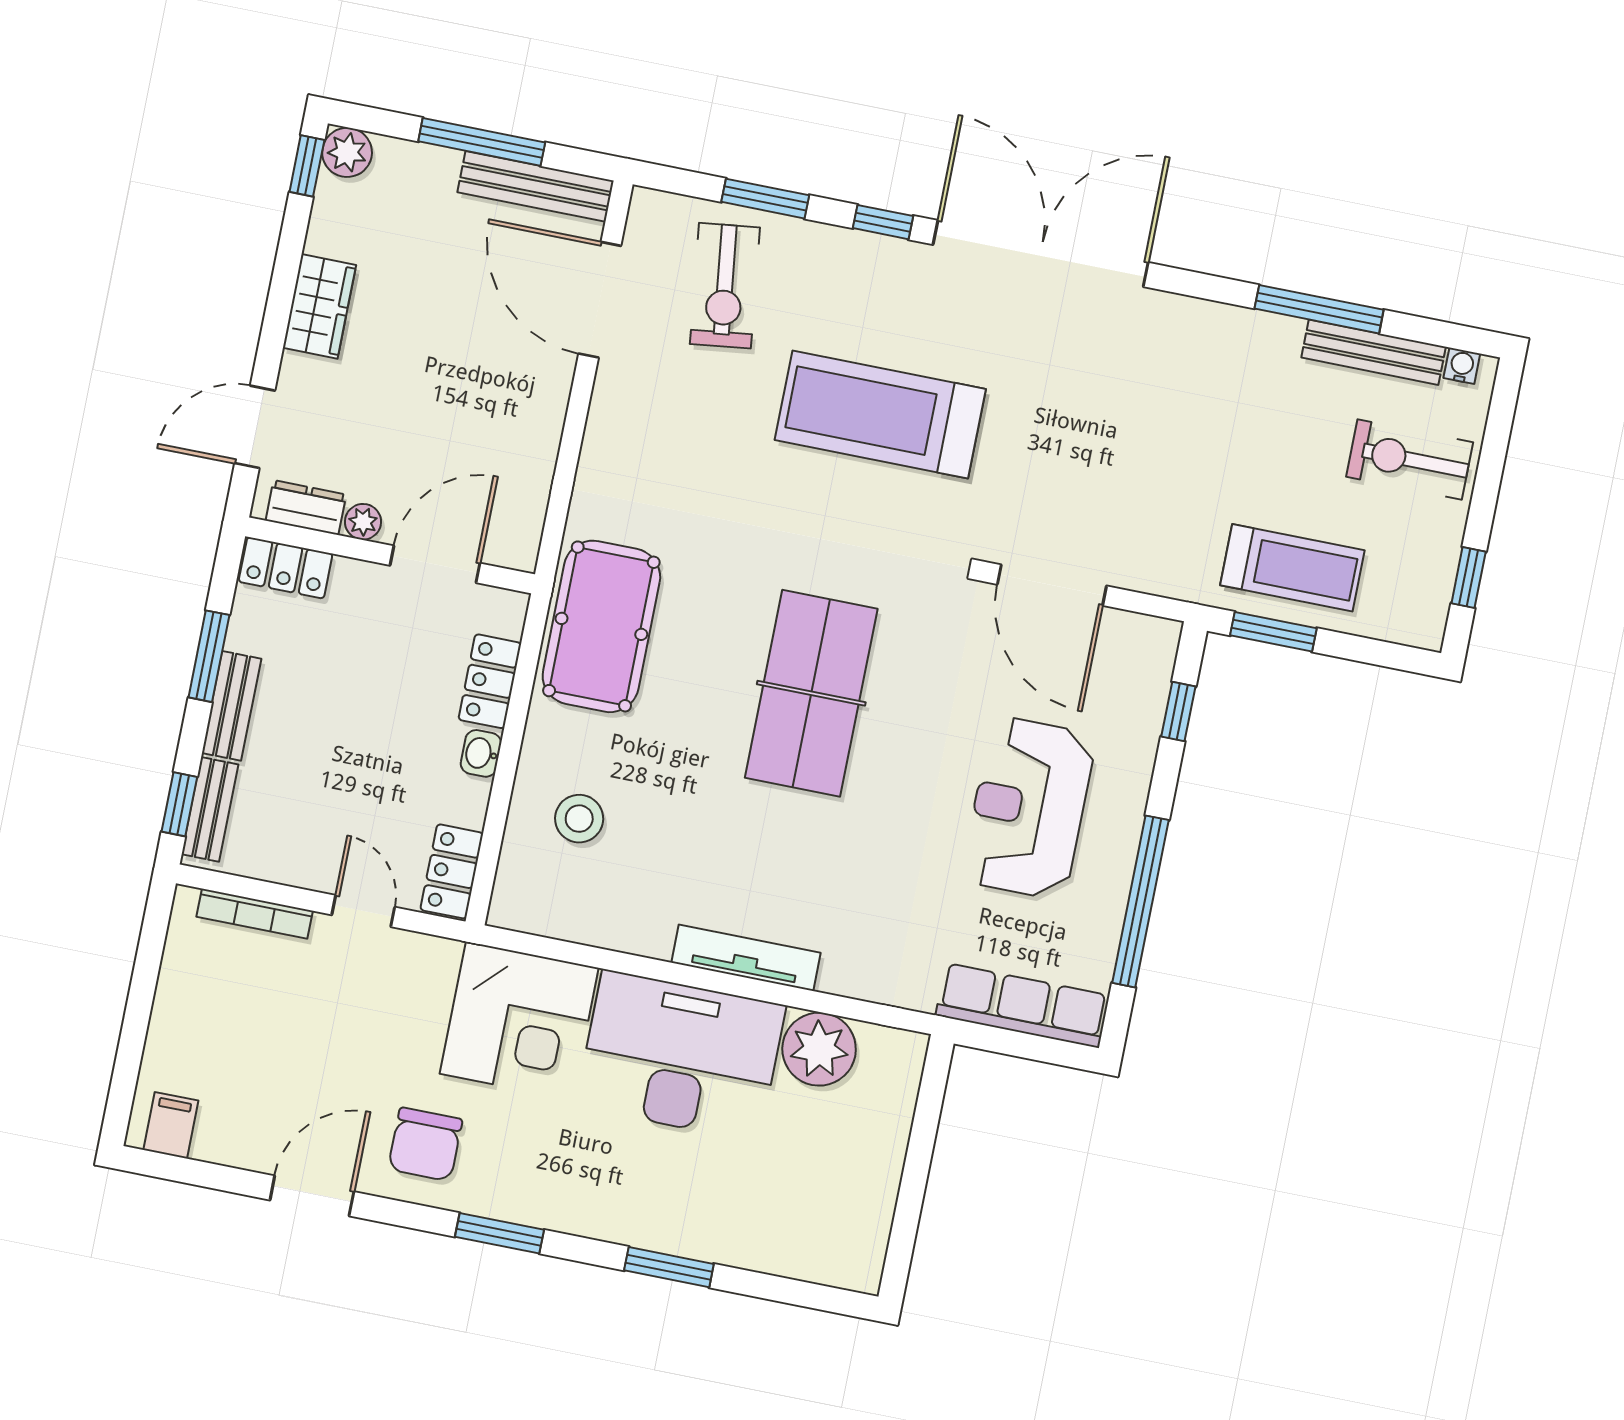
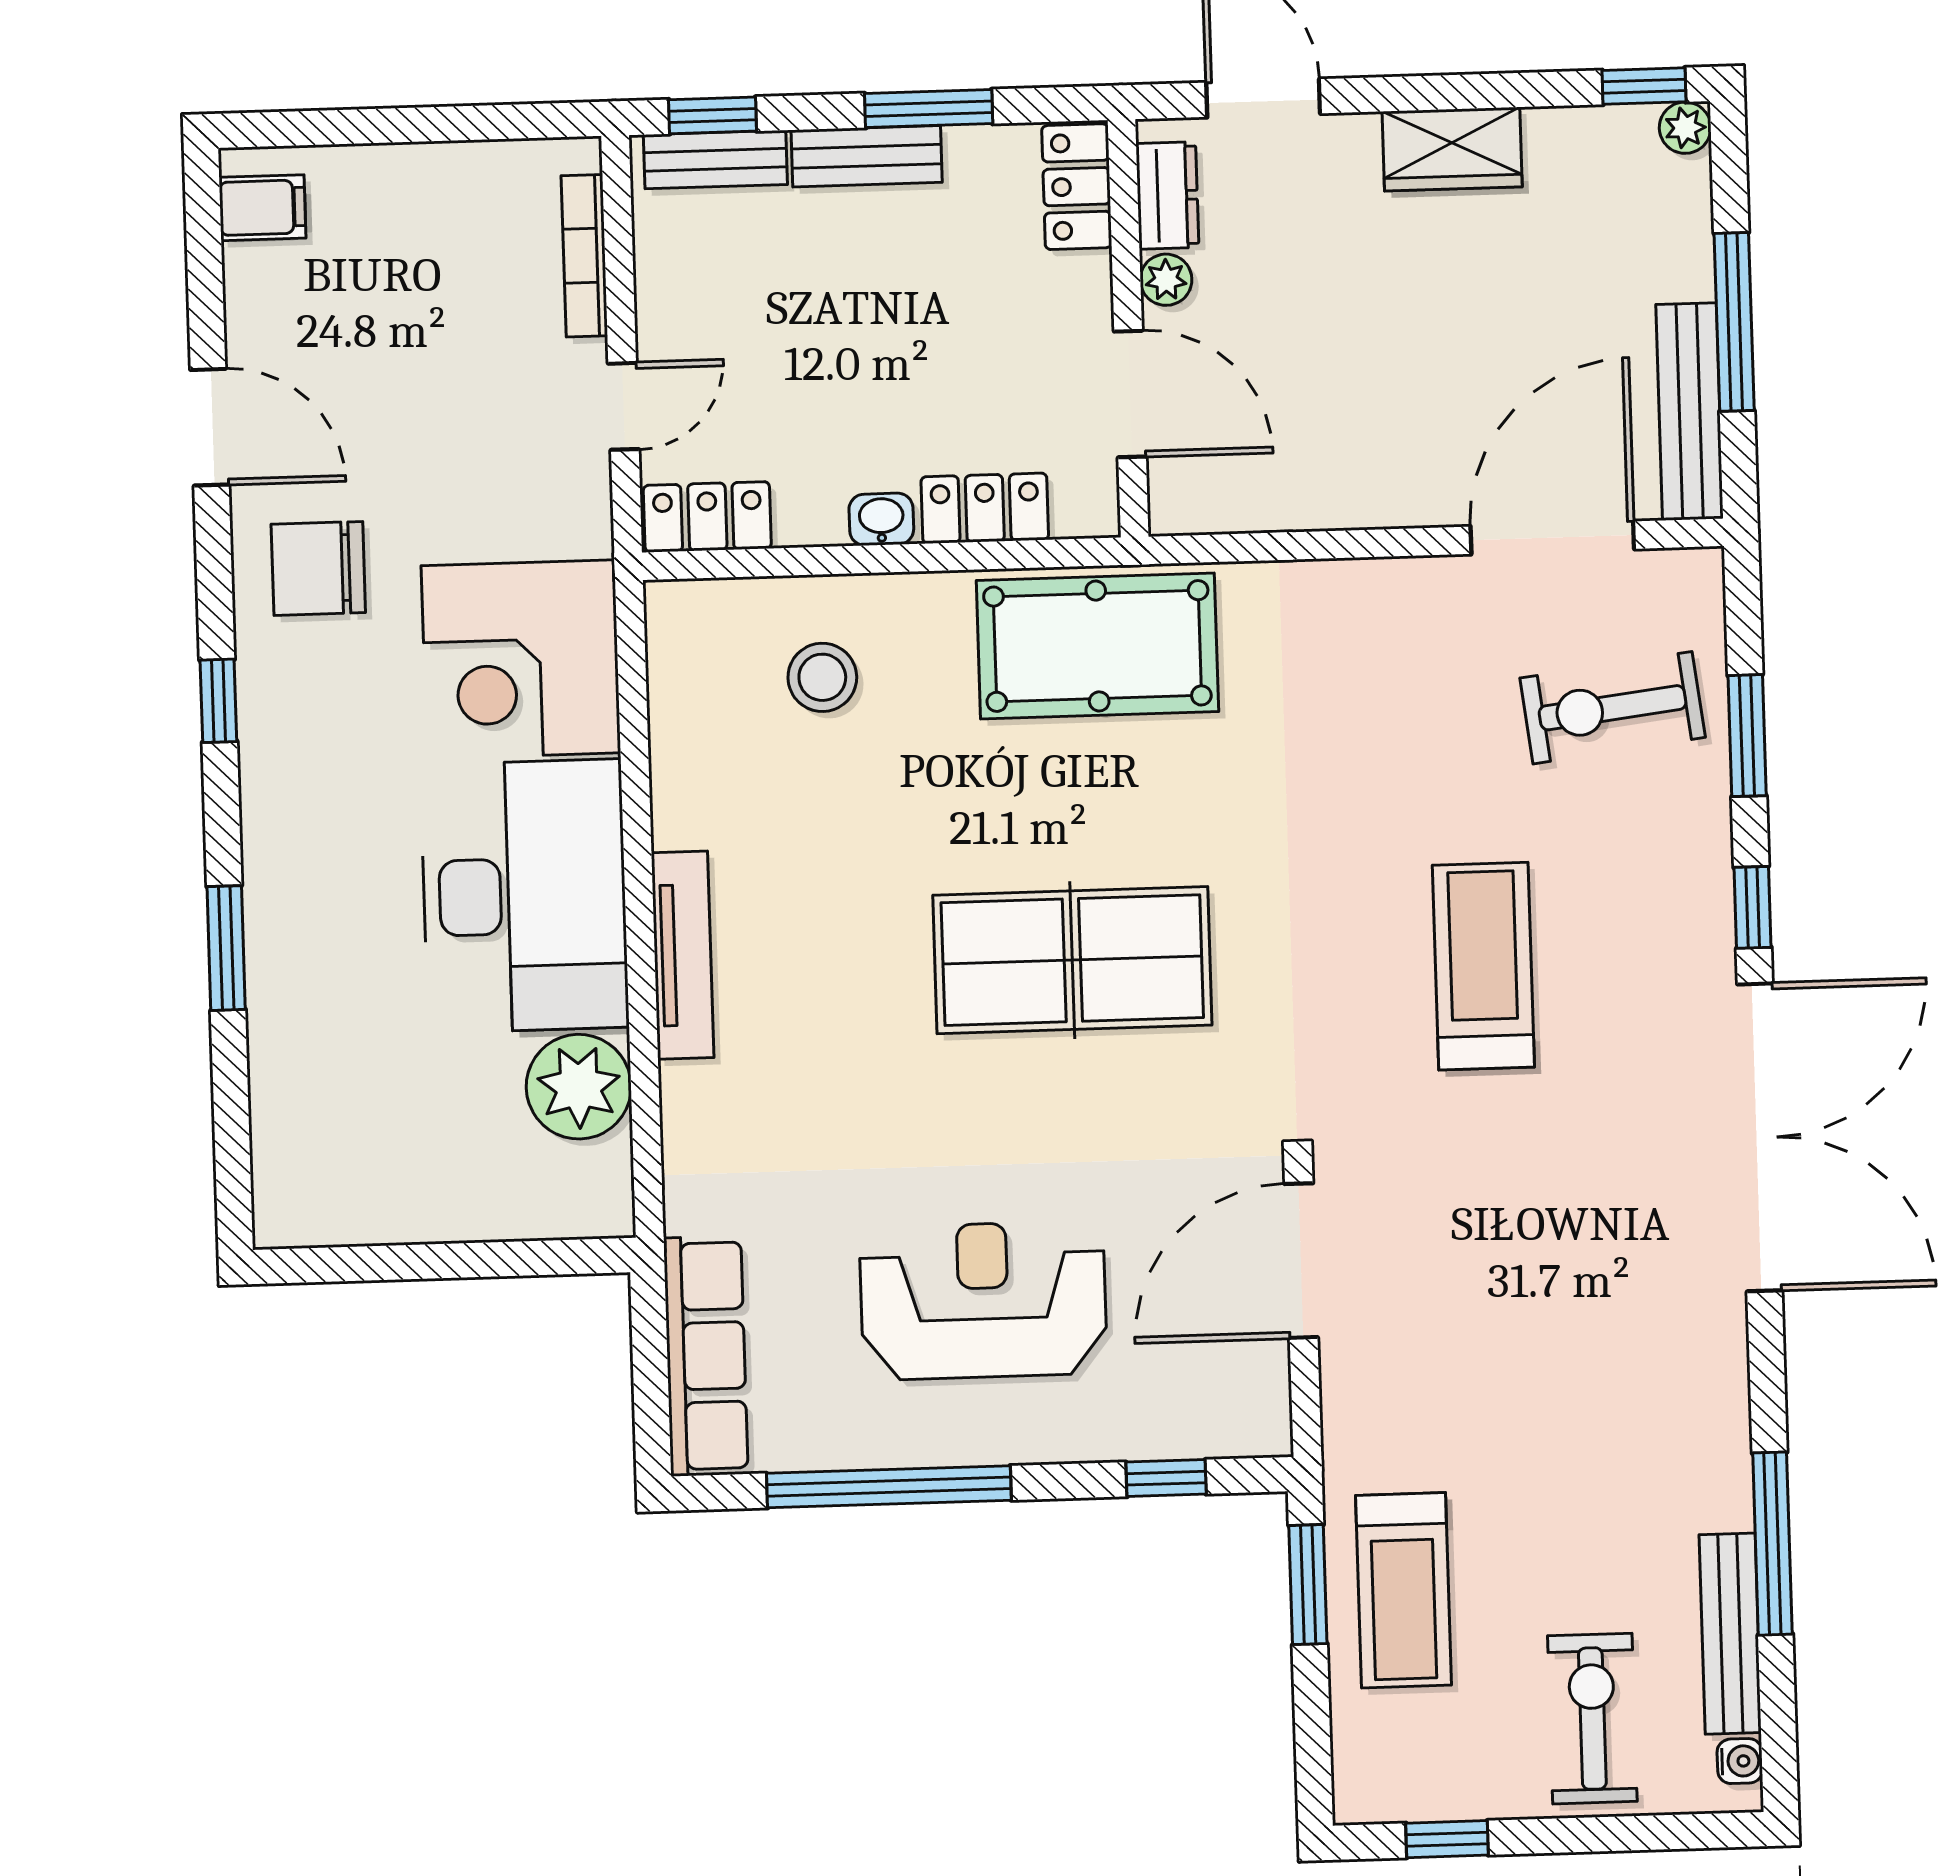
plant: (347, 152) -> (1685, 128), width x0.73, depth x0.73
treadmill: (880, 414) -> (1483, 966), width x0.73, depth x0.73
window: (499, 1233) -> (218, 701), width x0.67

